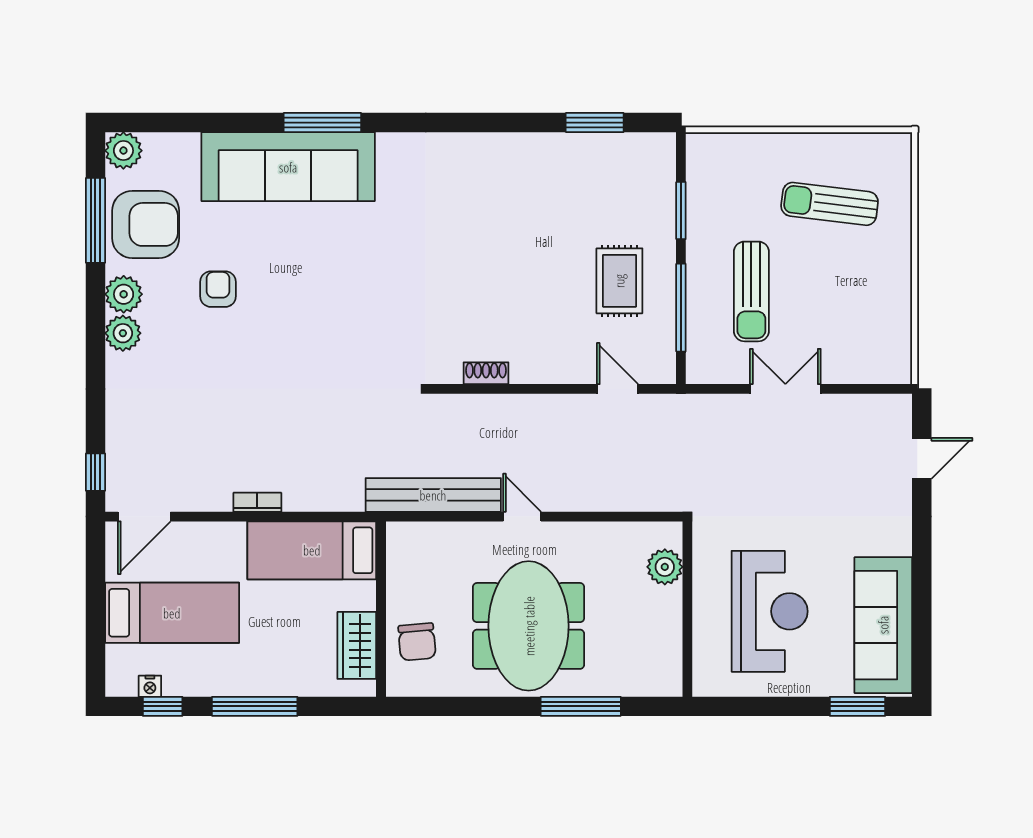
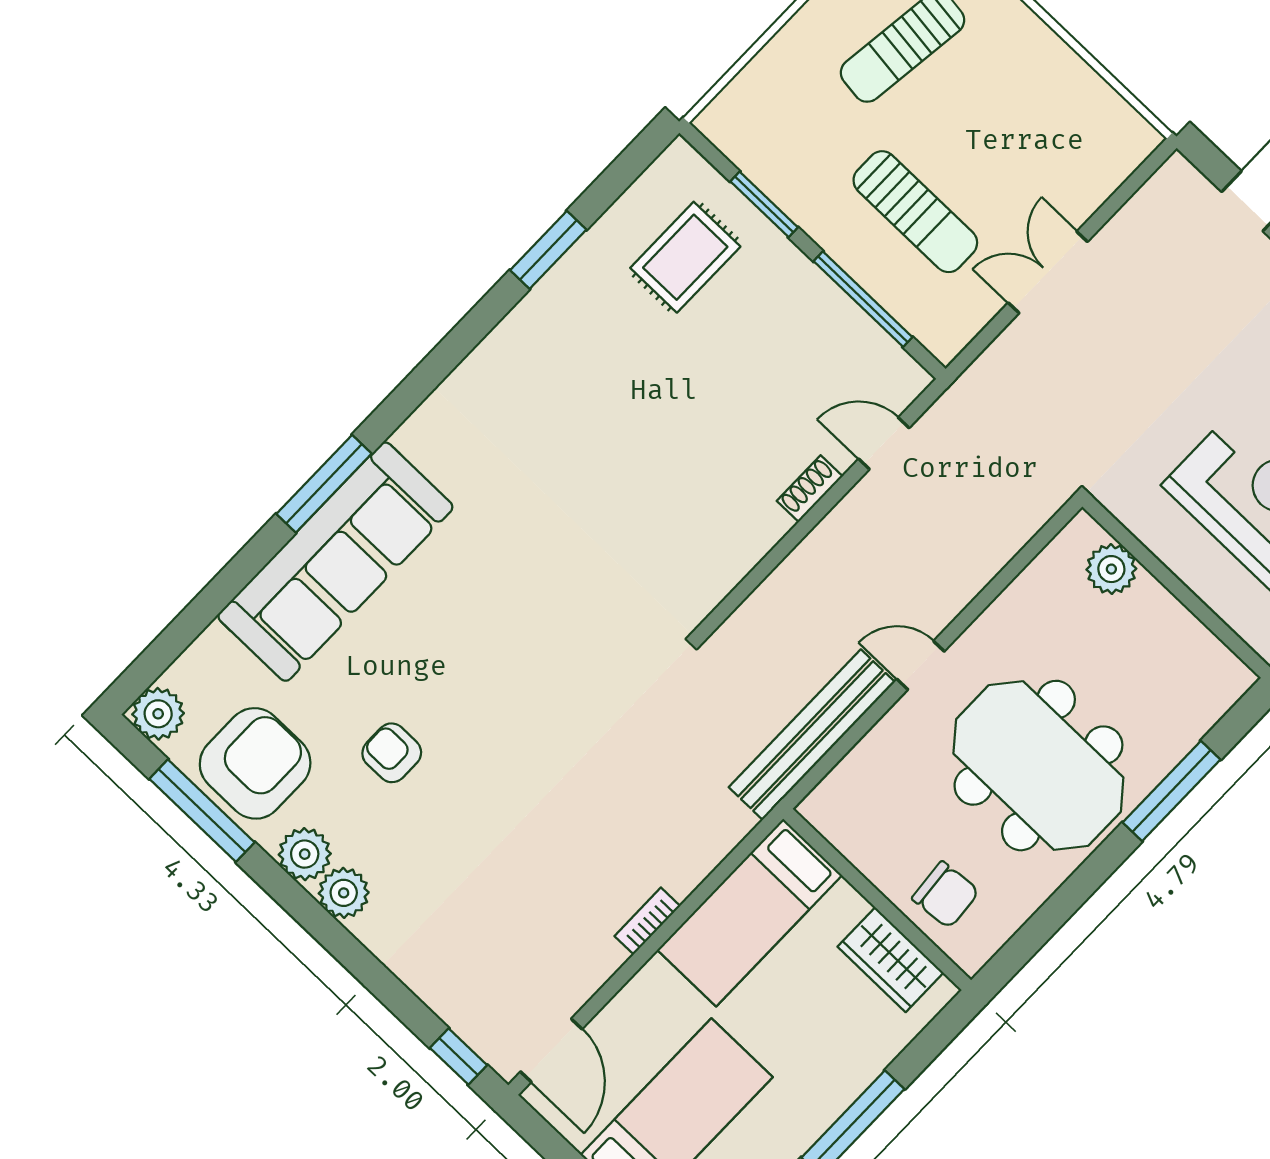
window: (595, 123) -> (548, 250), moved
rug: (619, 281) -> (685, 257), moved, turned 90
shoe rack: (486, 373) -> (810, 489), moved

